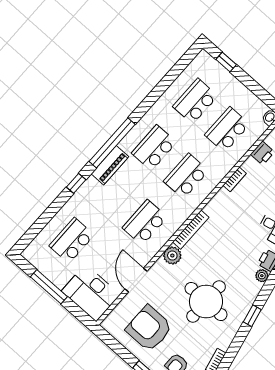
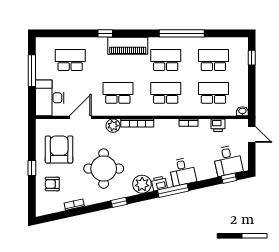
window: (112, 143) -> (182, 33), moved
piano: (110, 165) -> (128, 46), width x1.37, depth x1.33
plant: (262, 276) -> (142, 184), width x1.87, depth x1.87

